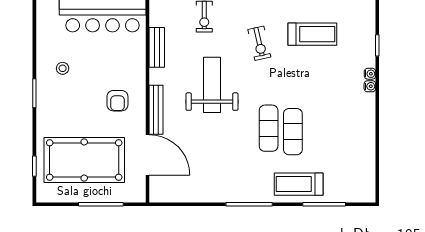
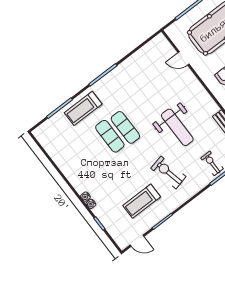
exercise bike: (259, 43) -> (168, 172), width x1.38, depth x1.39
bench: (156, 110) -> (199, 88), removed
door: (147, 155) -> (184, 58), width x0.53
treadmill: (299, 184) -> (83, 108), turned 180

